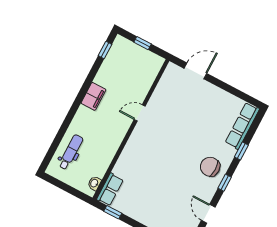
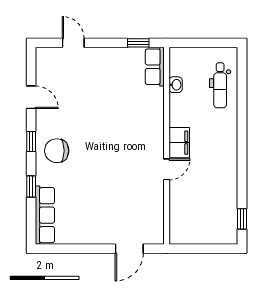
window: (143, 43) -> (204, 249), removed
filing cabinet: (93, 96) -> (179, 143), moved, turned 180
chair: (210, 167) -> (57, 151), turned 180
washbasin: (94, 183) -> (176, 85), moved

